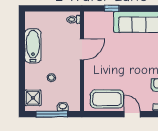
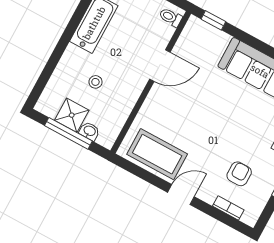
window: (112, 8) -> (213, 20), moved
shower: (33, 98) -> (72, 115), moved
door: (132, 114) -> (181, 194), hinge flipped

